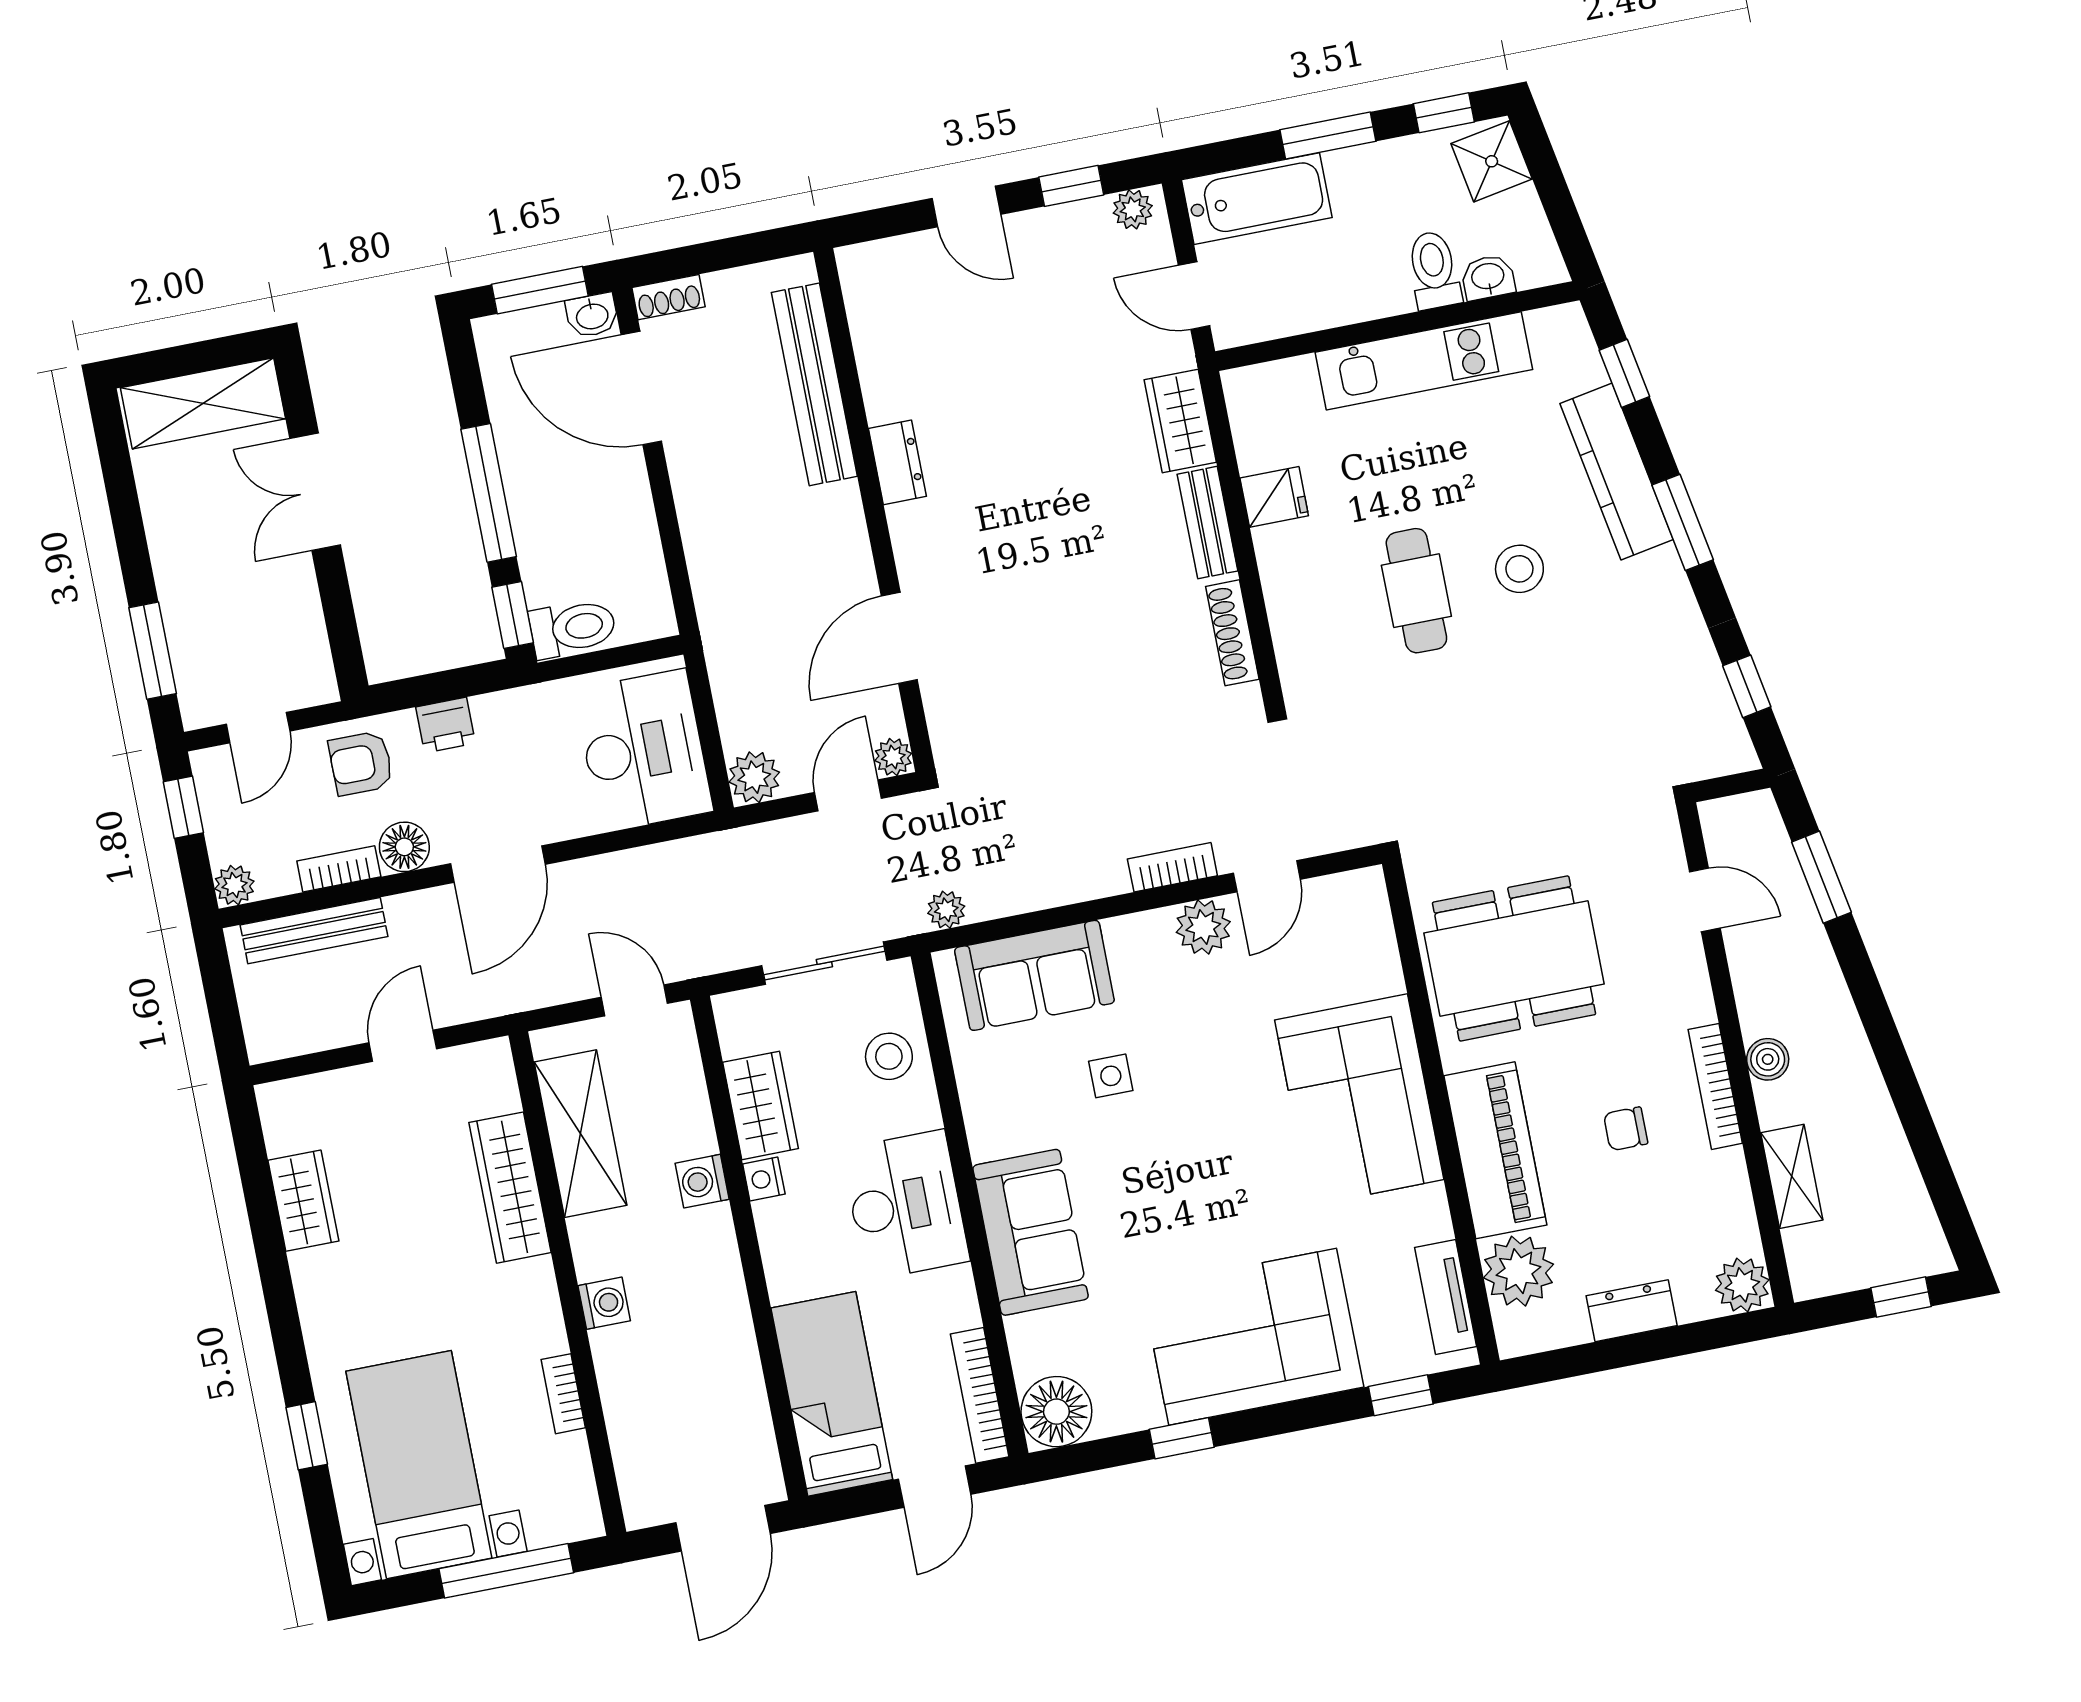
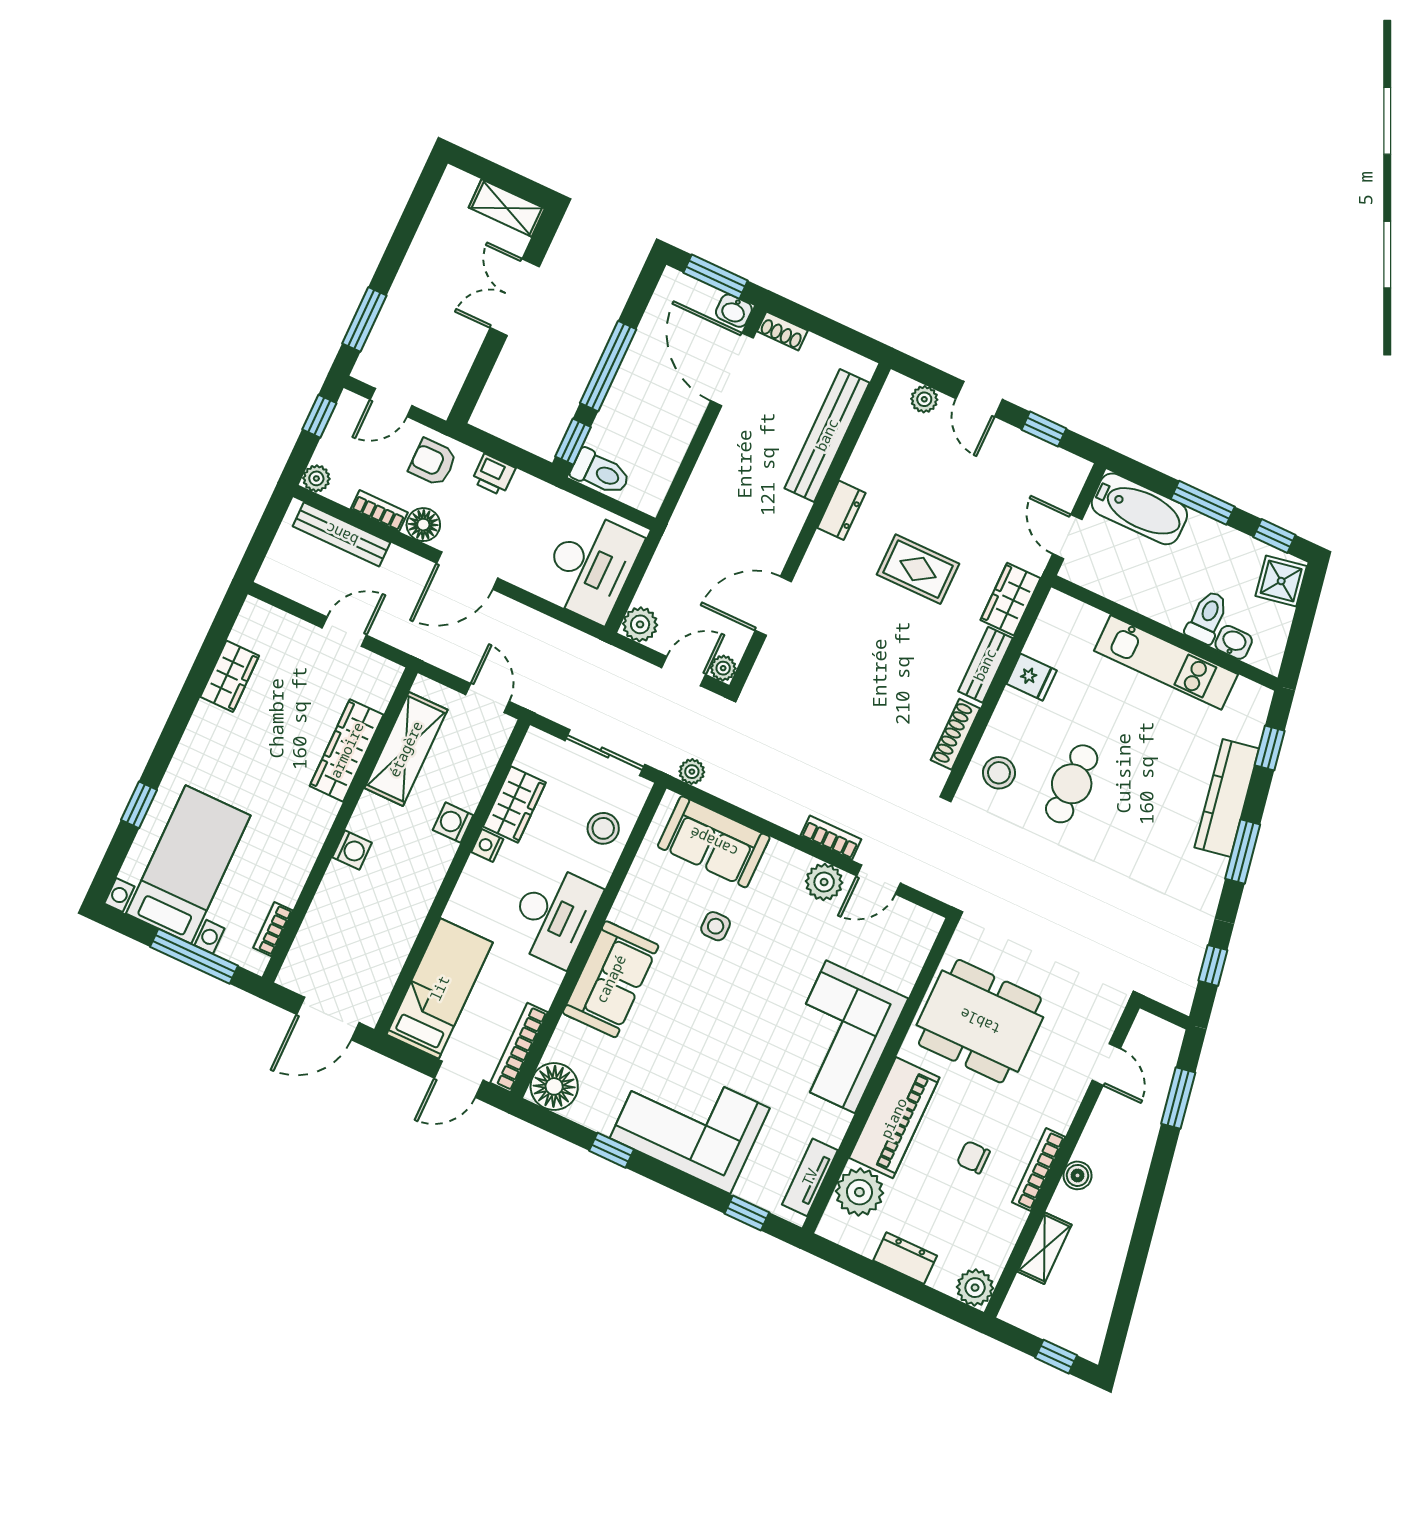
plant: (1133, 209) -> (924, 399), moved
shelving: (203, 403) -> (507, 208), width x0.67, depth x0.75
rug: (1042, 466) -> (918, 569), added
stool: (1519, 569) -> (999, 773), moved
bookcase: (563, 1394) -> (273, 929), moved

